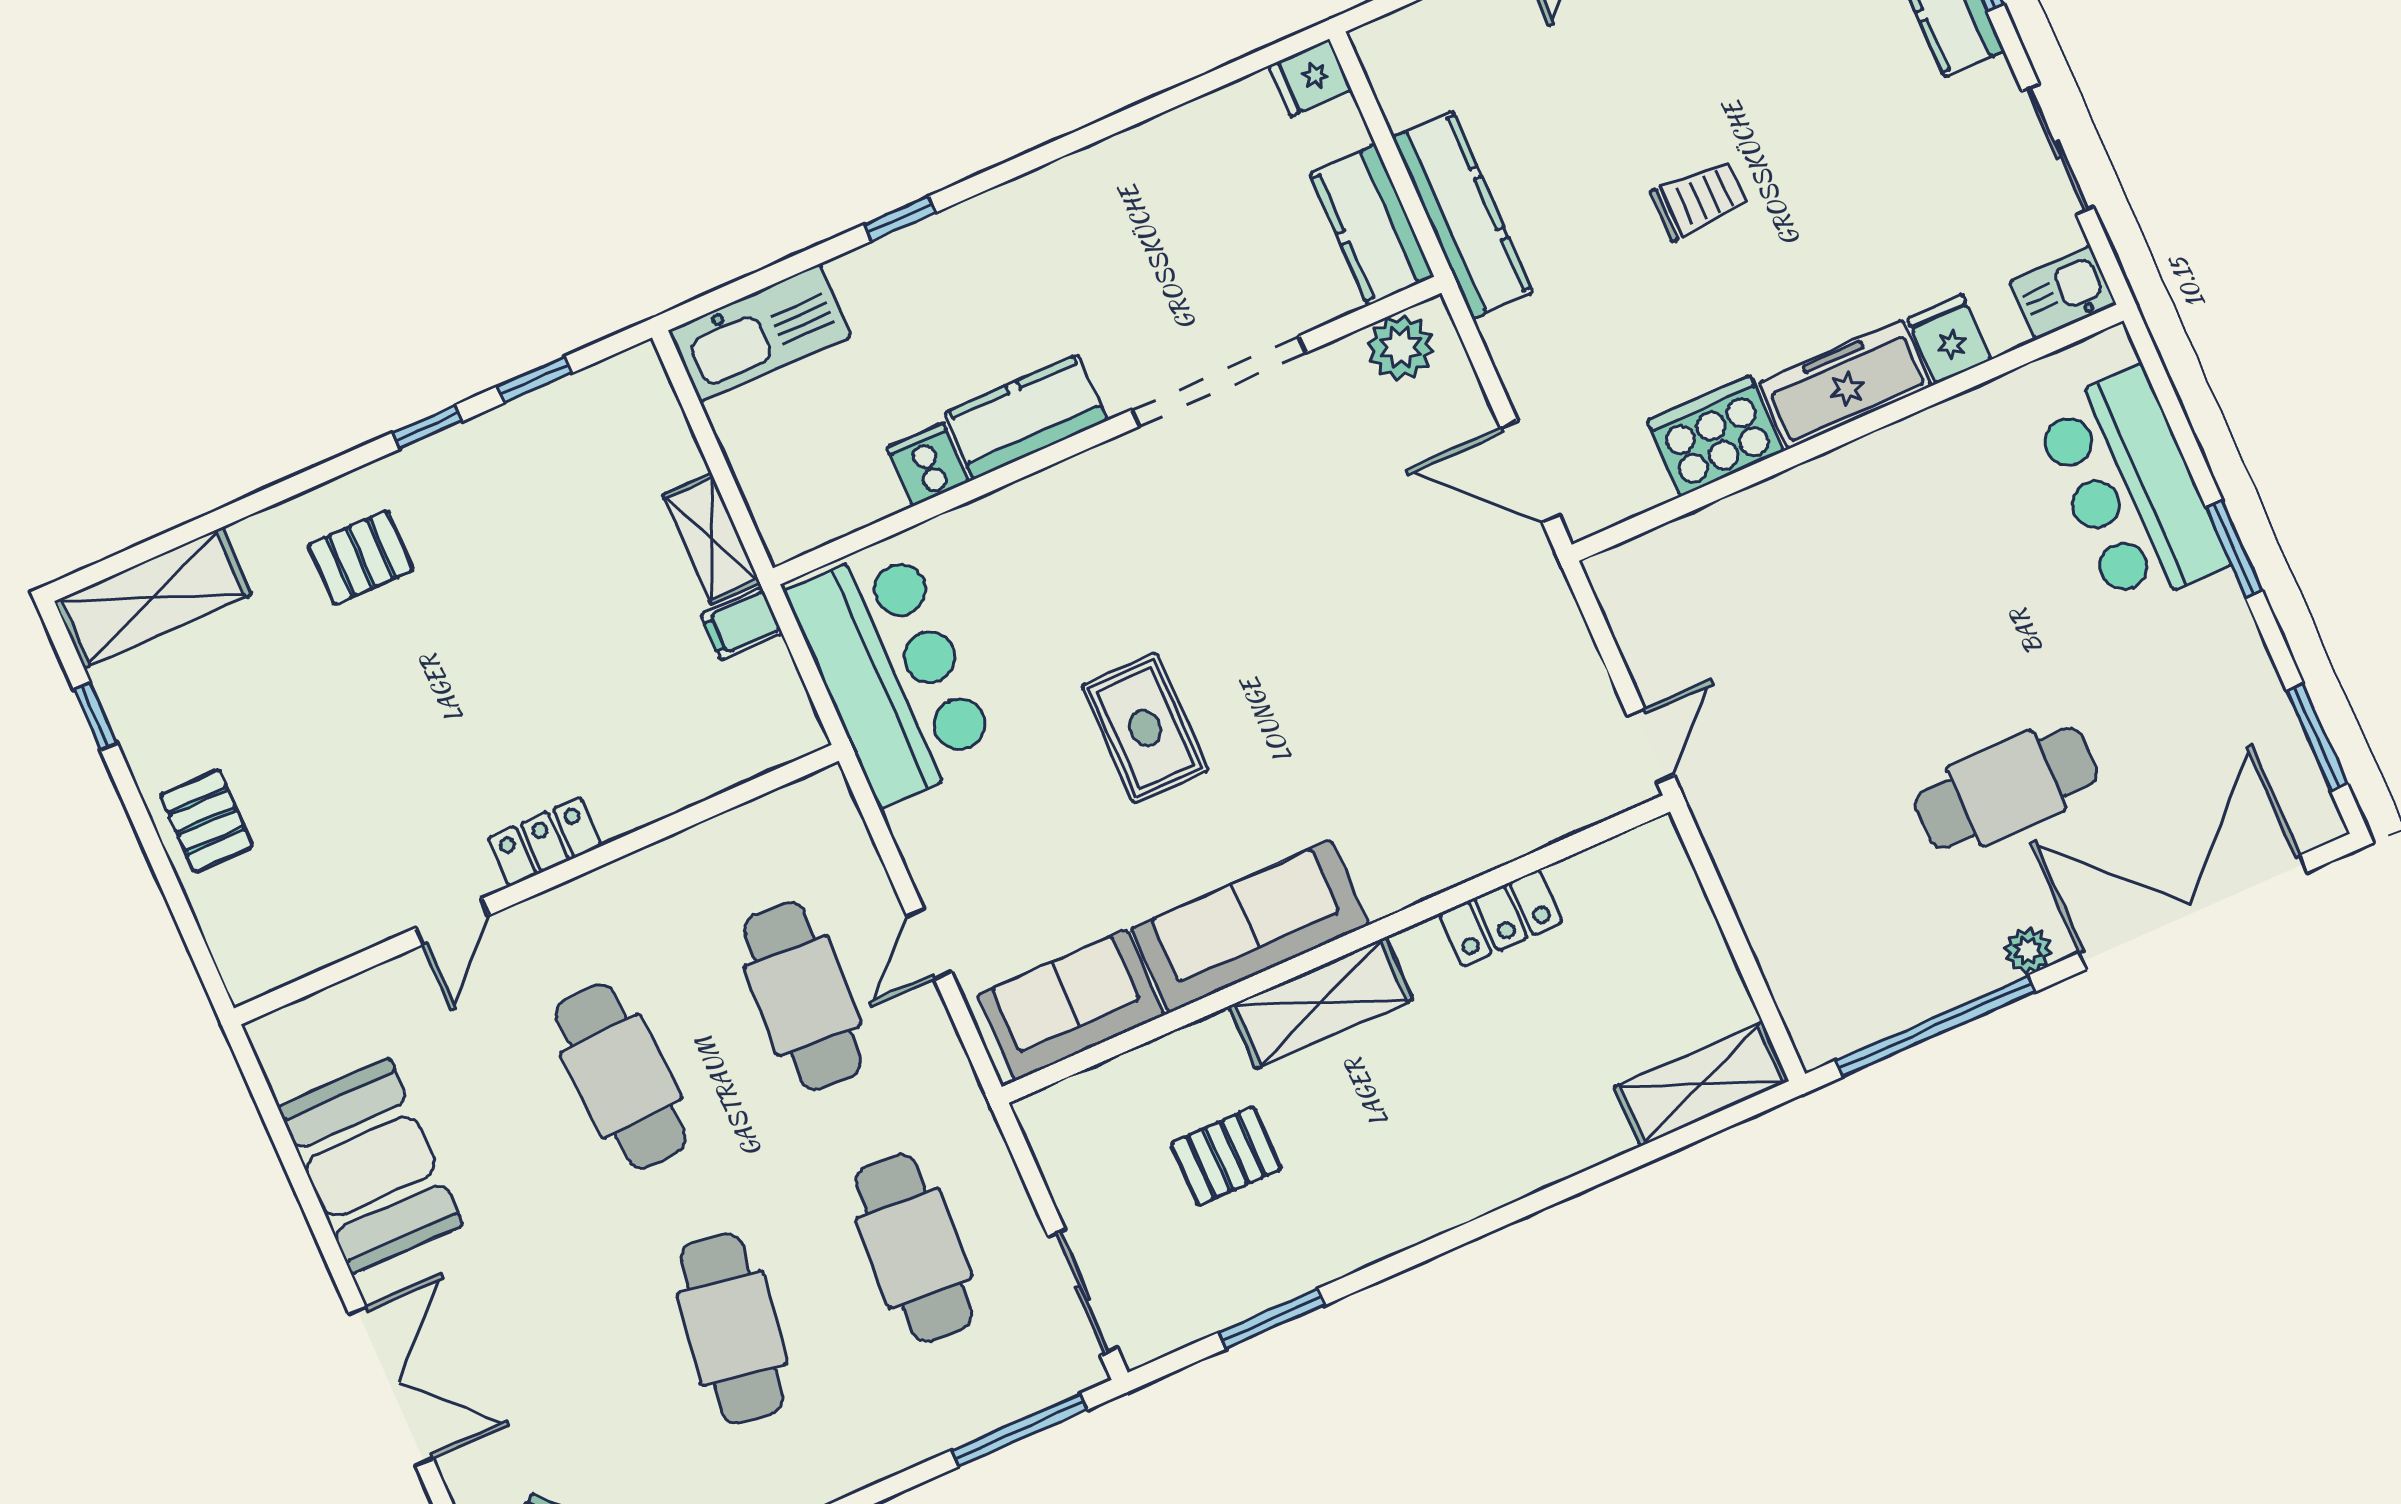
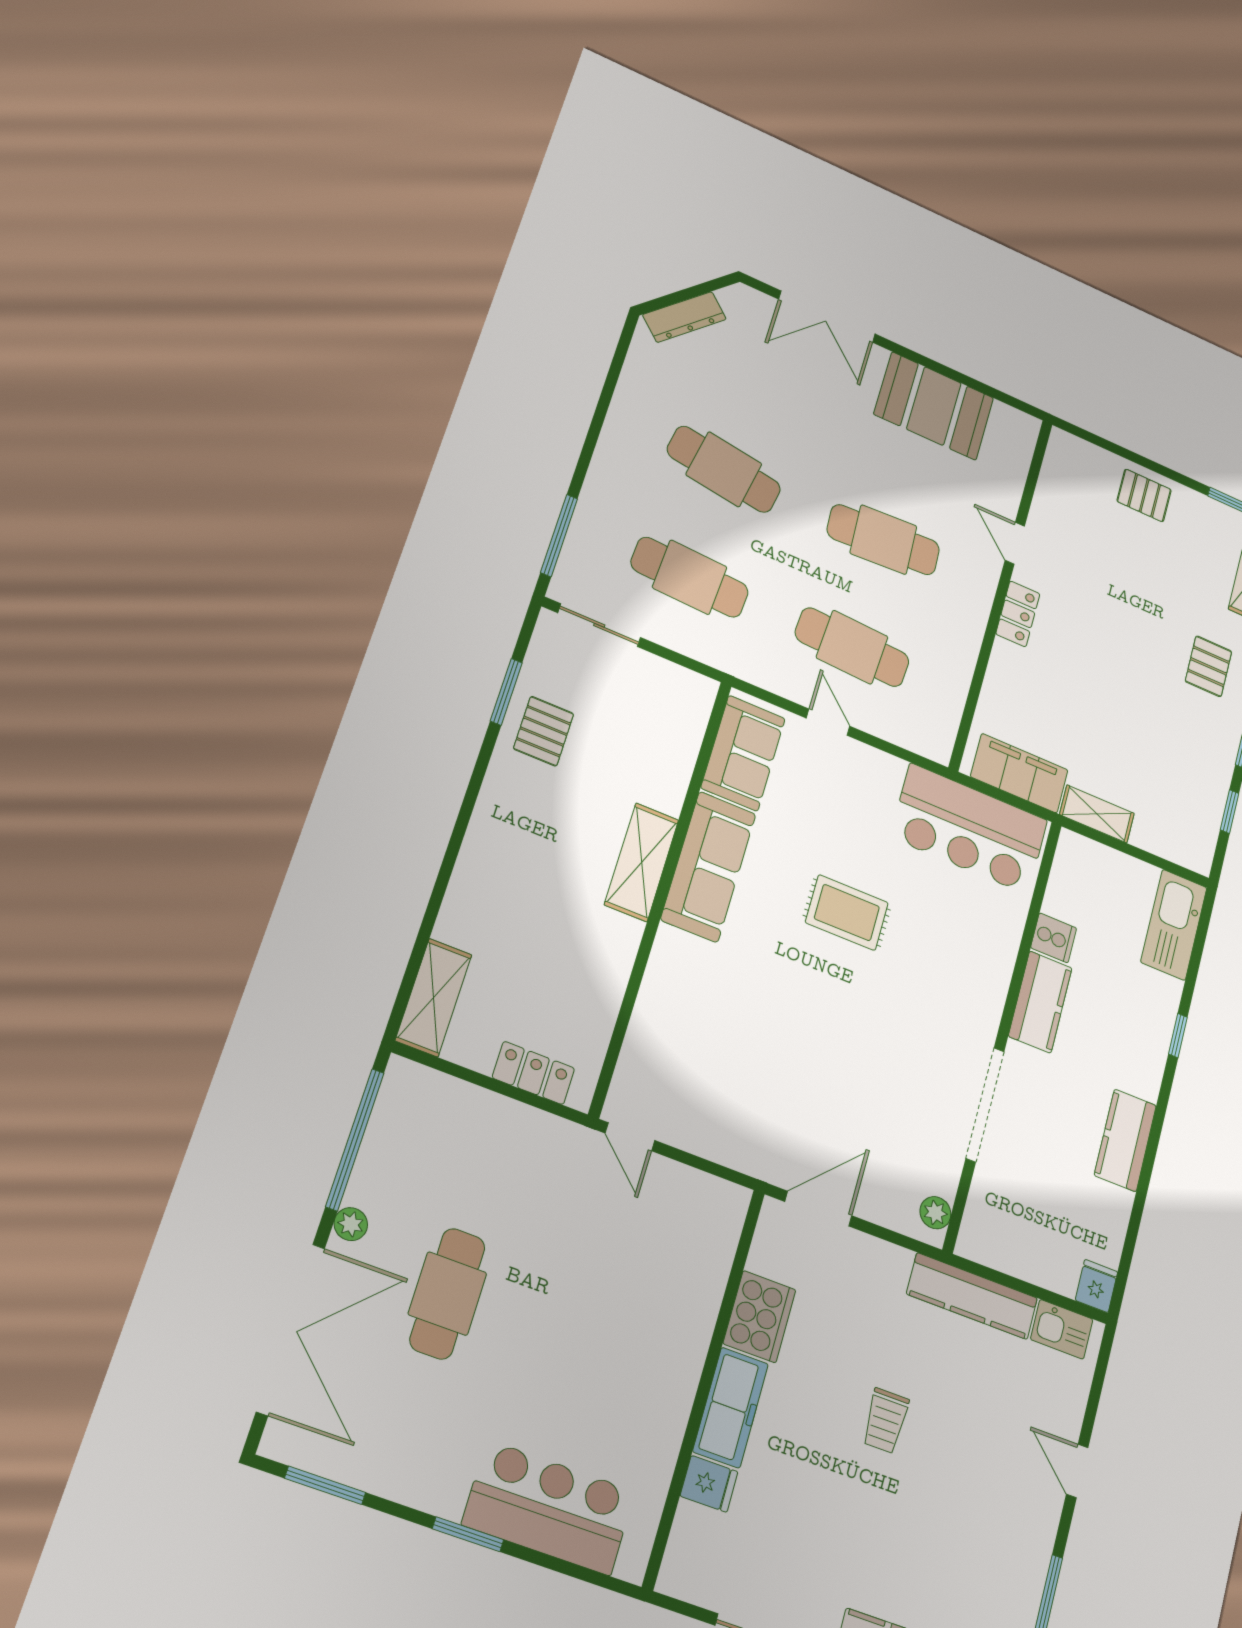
kitchen counter: (1372, 225) -> (1125, 1140), moved, turned -90
kitchen sink: (2063, 293) -> (1062, 1329), moved, turned 90
plant: (1401, 347) -> (935, 1213), width x0.73, depth x0.73
filing cabinet: (741, 624) -> (1019, 773), width x3.00, depth x1.17
locker: (1501, 918) -> (533, 1073), moved, turned 90
pallet: (1226, 1156) -> (544, 731), moved

